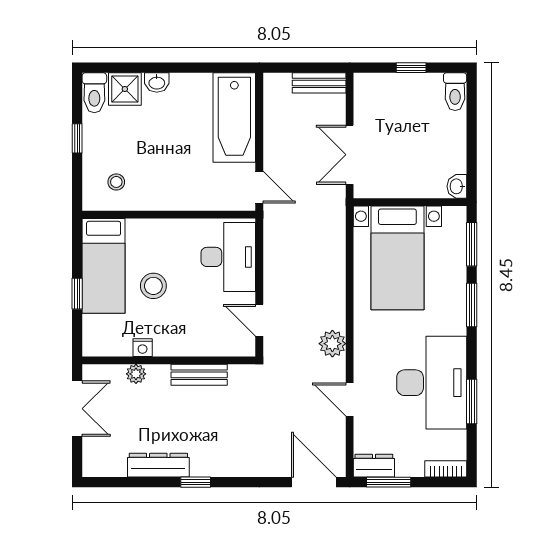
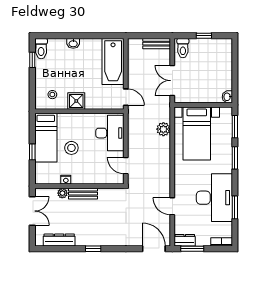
shower: (125, 89) -> (76, 101), moved
toilet: (455, 92) -> (183, 48), moved
window: (77, 138) -> (32, 60), moved
plant: (332, 344) -> (163, 129), moved
bench: (199, 375) -> (83, 194), moved
dresser: (158, 465) -> (59, 240), moved

